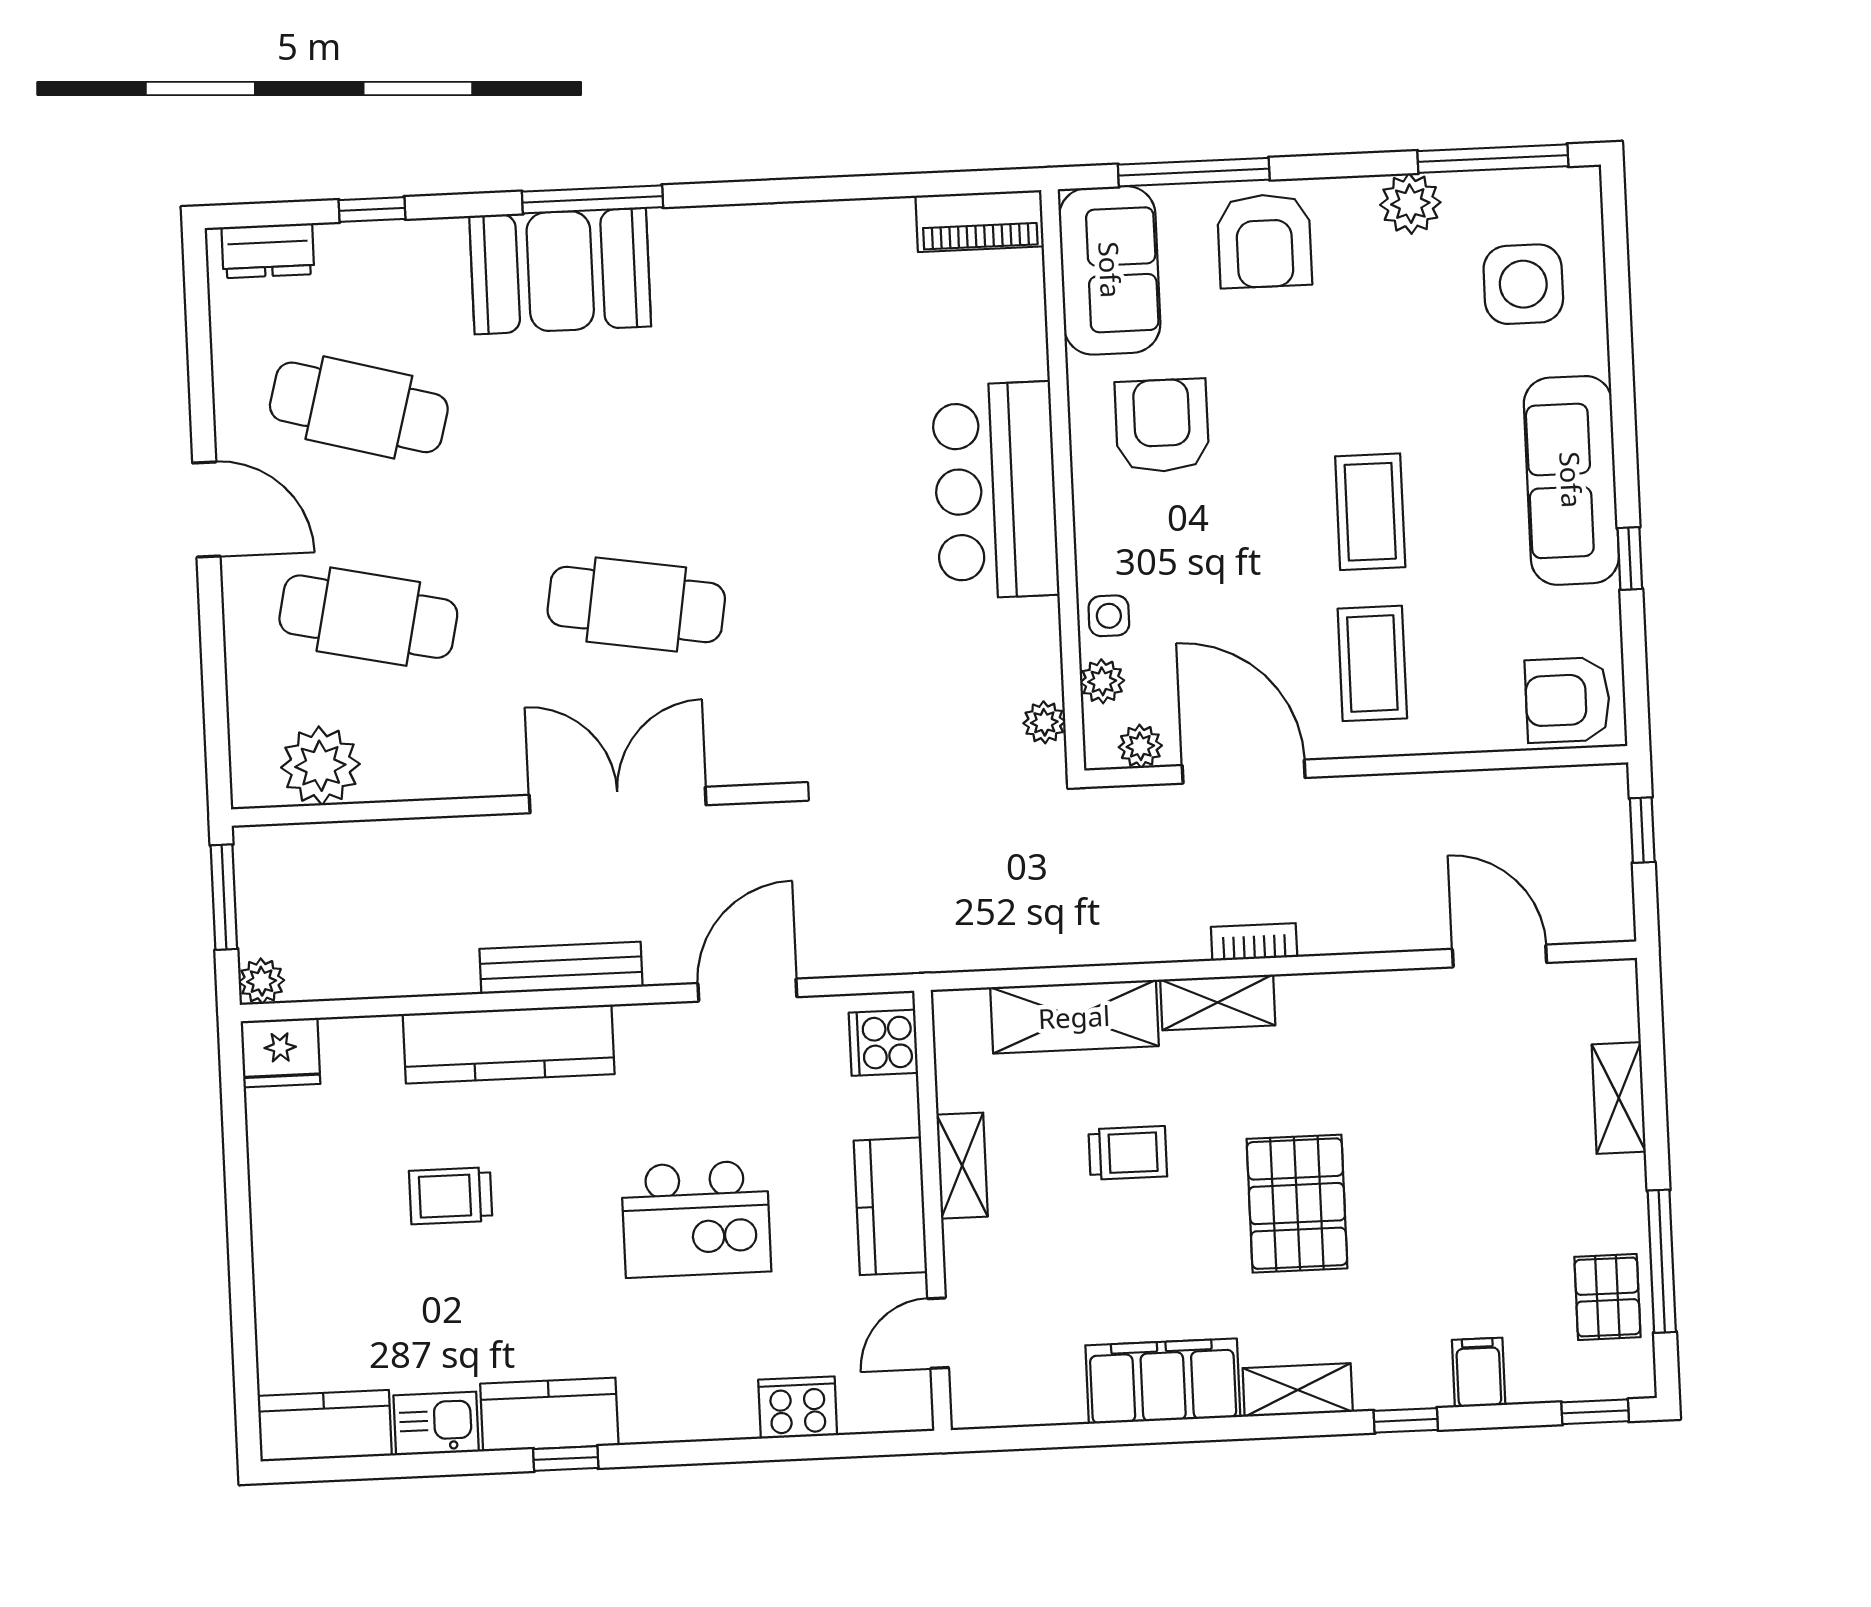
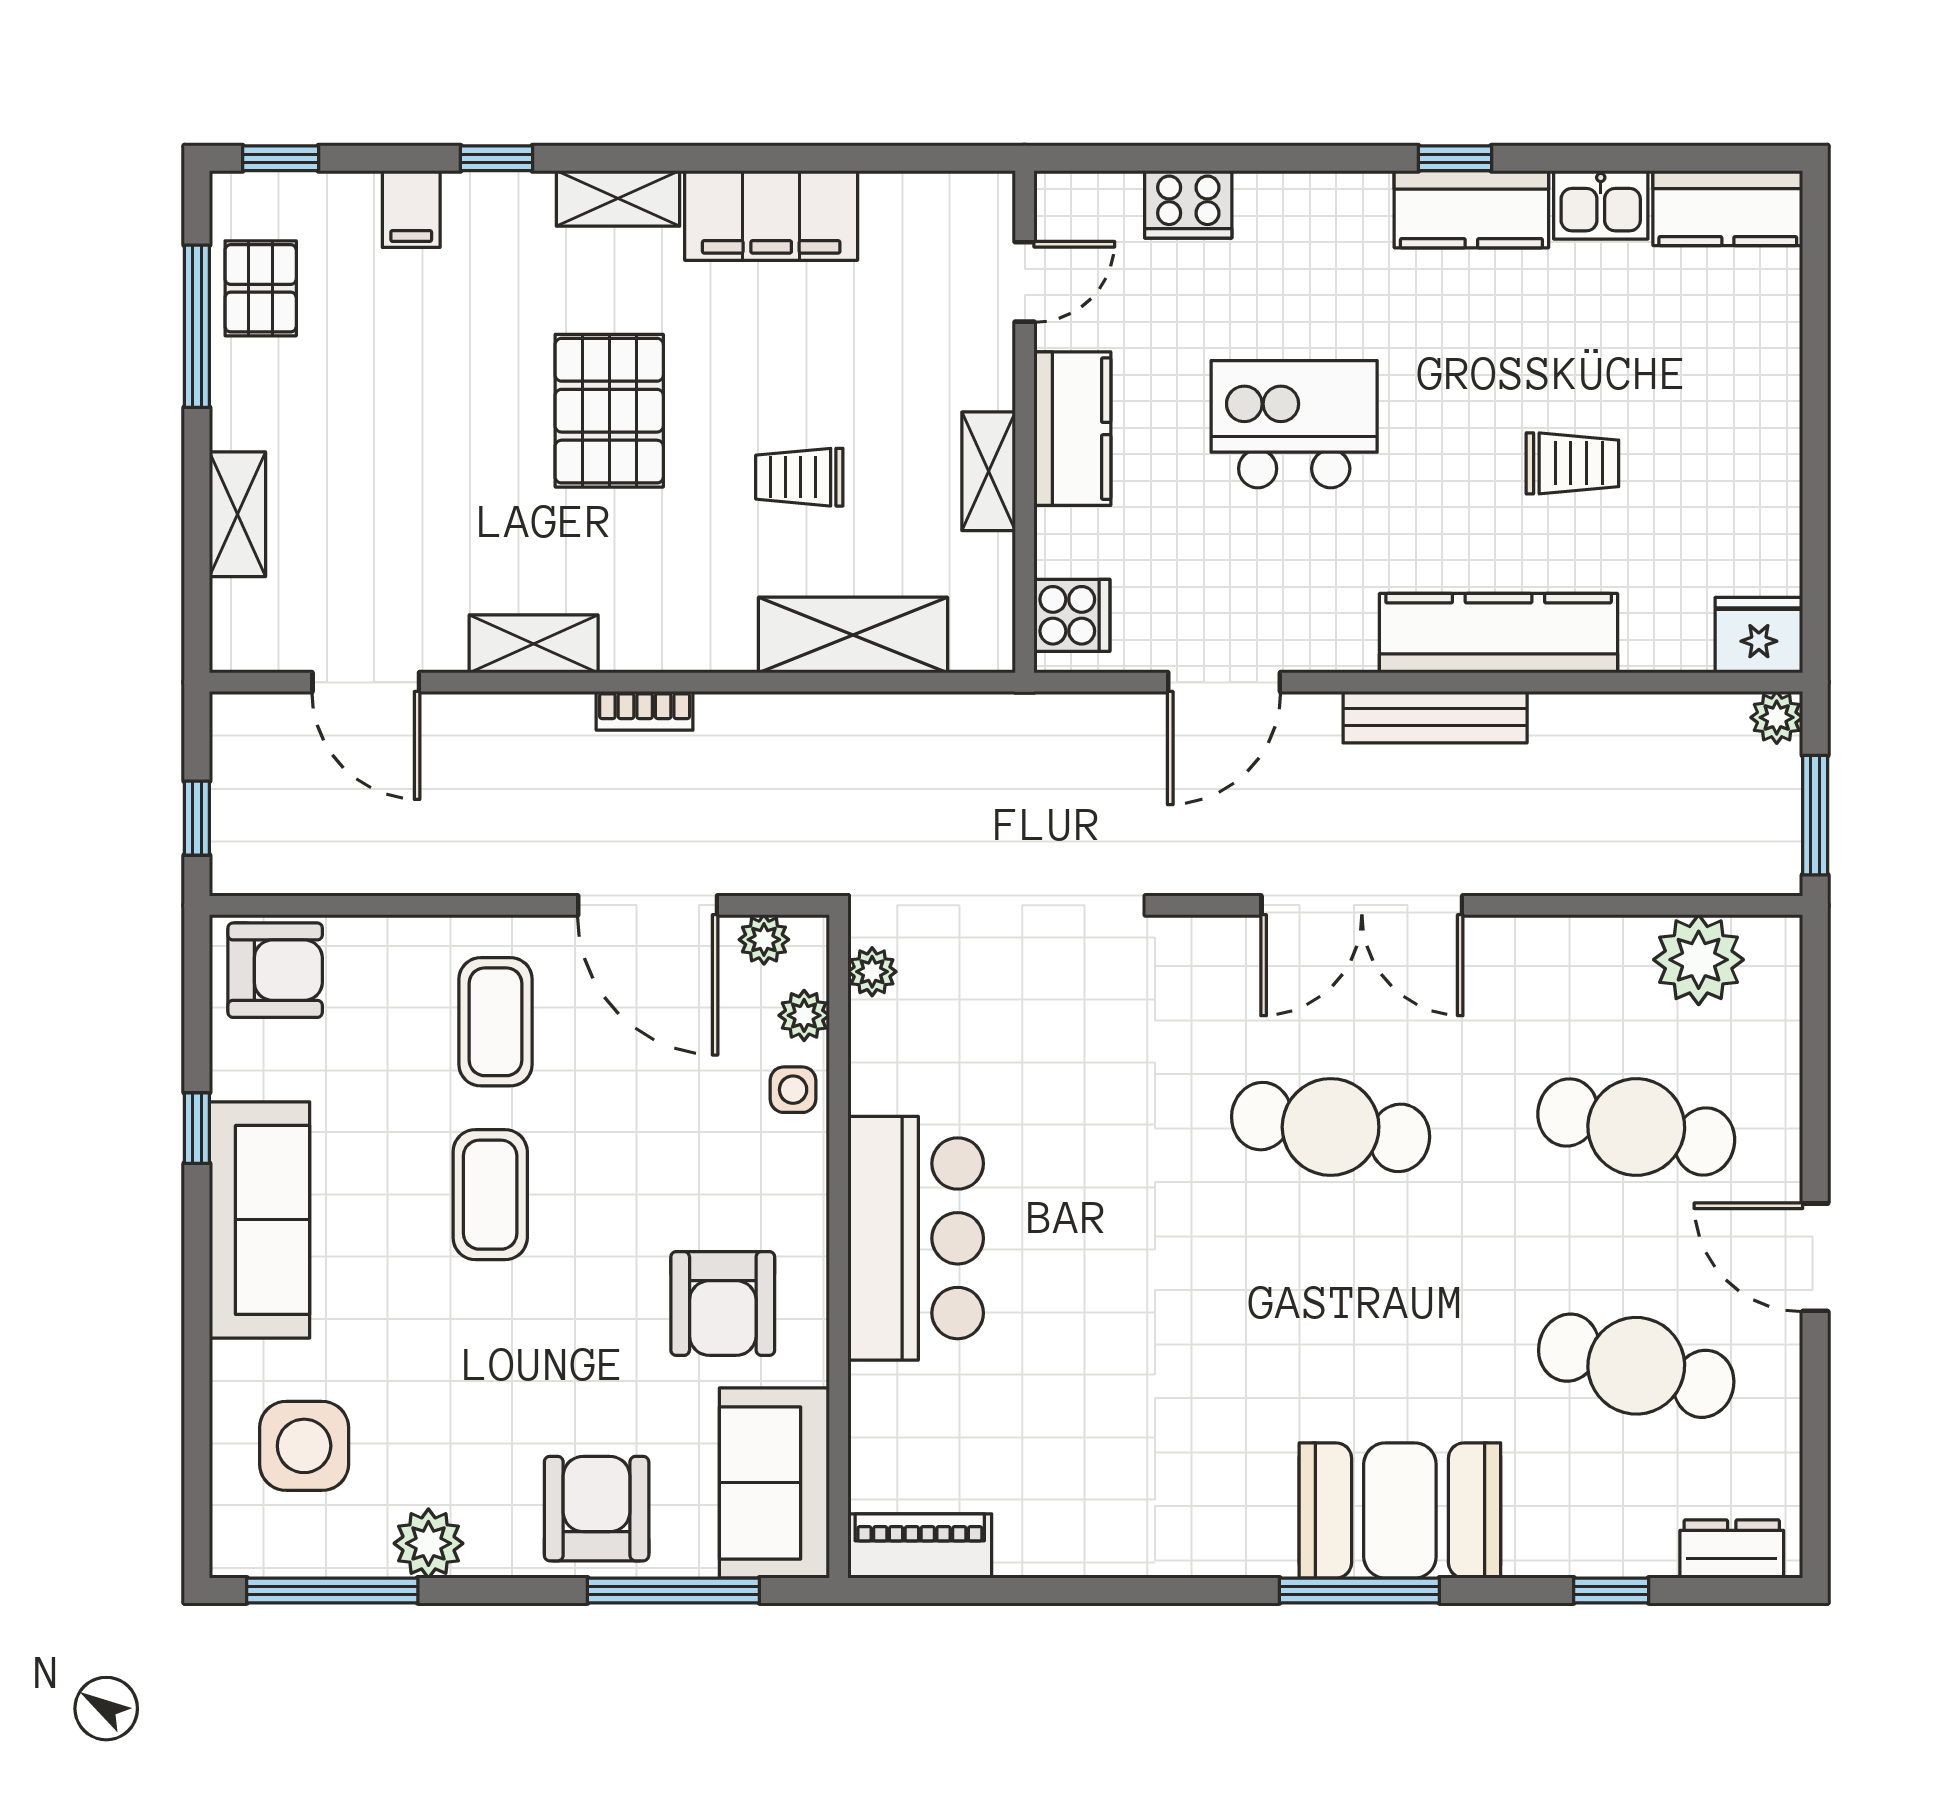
shelving: (1218, 1002) -> (534, 644), moved

